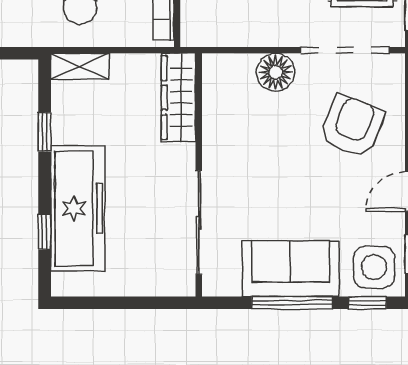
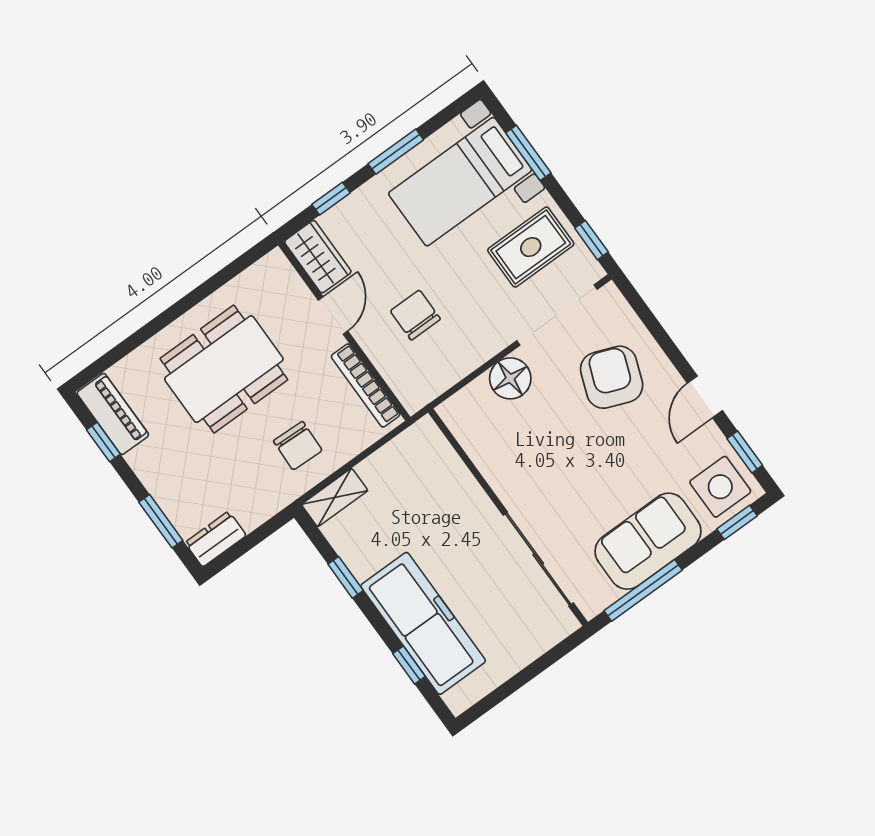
wardrobe: (178, 98) -> (441, 462), removed
window: (292, 303) -> (643, 590), moved

